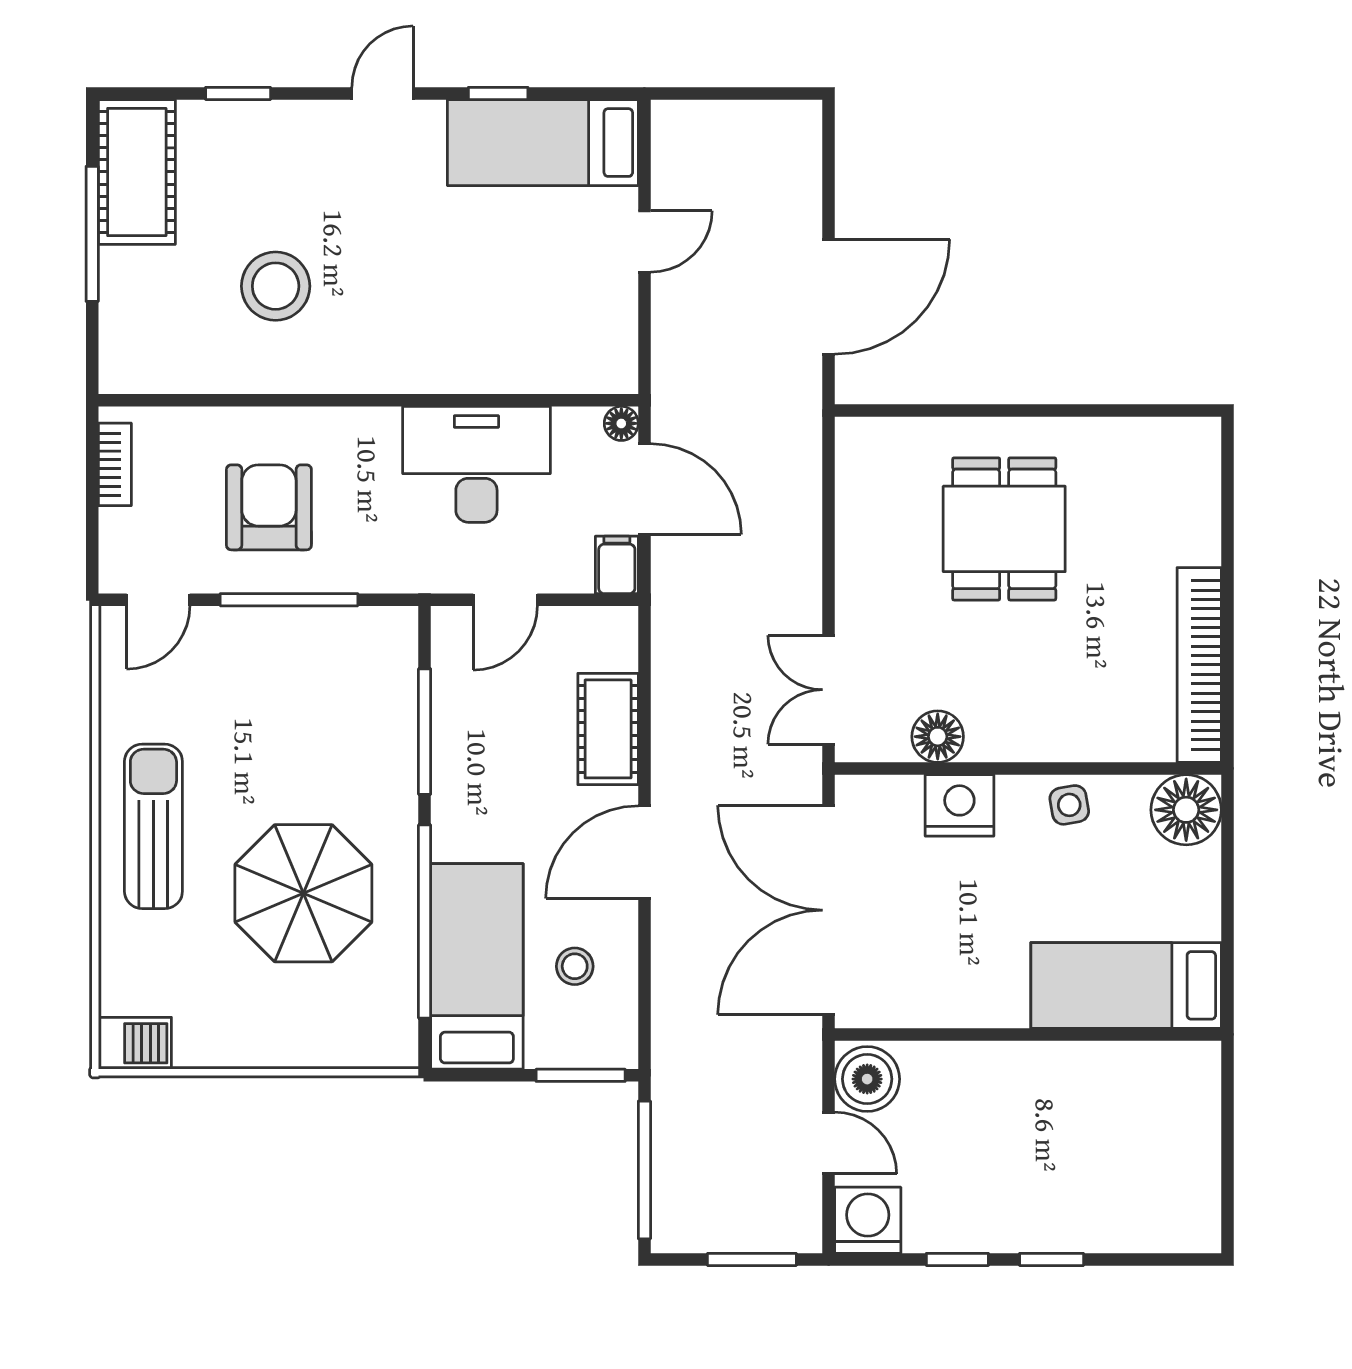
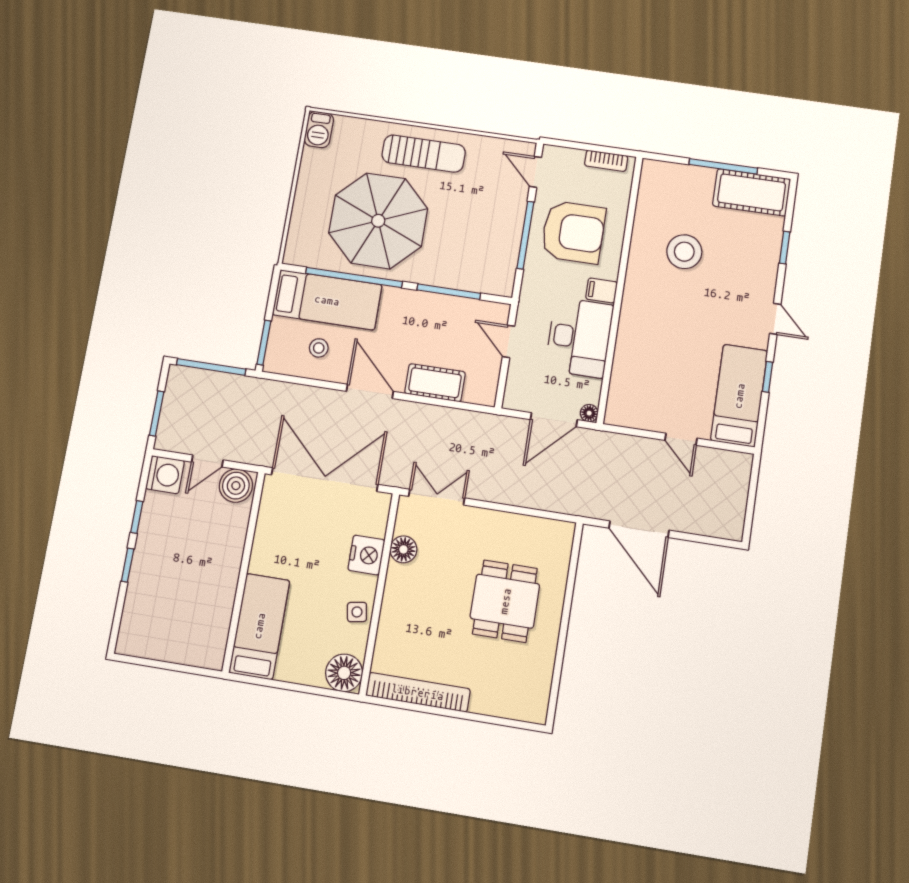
armchair: (269, 507) -> (573, 232), width x1.36, depth x1.36
dining table: (1004, 529) -> (505, 601), turned 90
filing cabinet: (617, 565) -> (602, 290), moved, turned 180
parasol: (303, 893) -> (378, 221), width x1.36, depth x1.36

